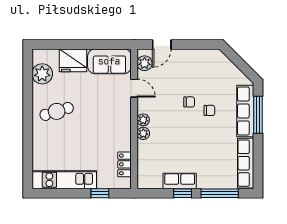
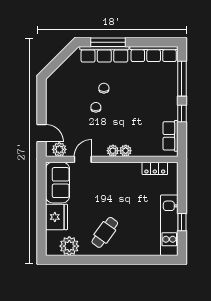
cafe table: (57, 111) -> (105, 232), turned 53
row of seats: (180, 181) -> (170, 136), moved
window: (100, 193) -> (182, 222), moved

